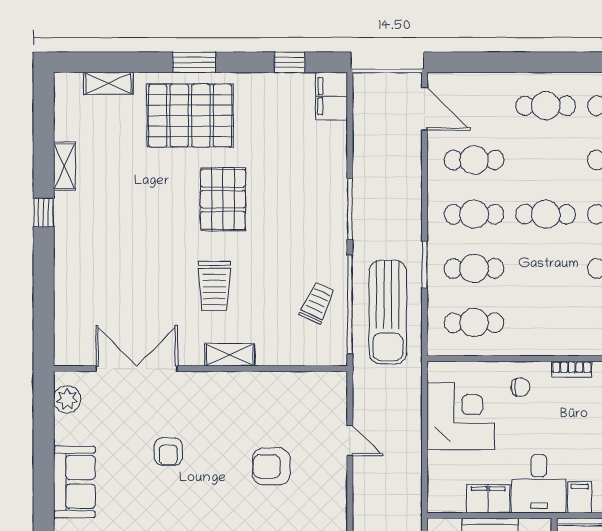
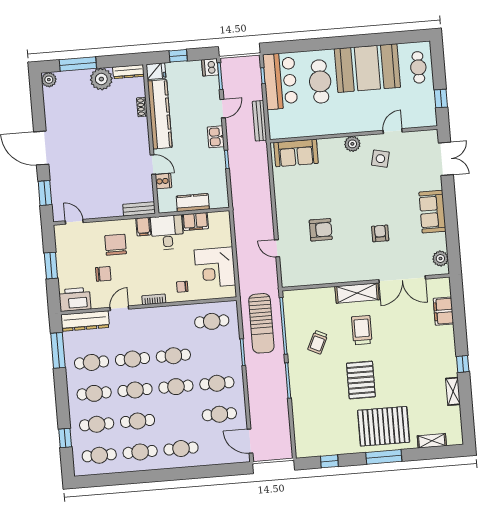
window: (194, 62) -> (384, 457), width x1.44
filing cabinet: (332, 96) -> (443, 311), moved, turned 180
cafe table: (474, 268) -> (173, 356), moved
trolley: (317, 303) -> (318, 342), moved
sun lounger: (388, 312) -> (261, 323), turned 180
shelving: (230, 355) -> (357, 293), width x1.50, depth x1.33

